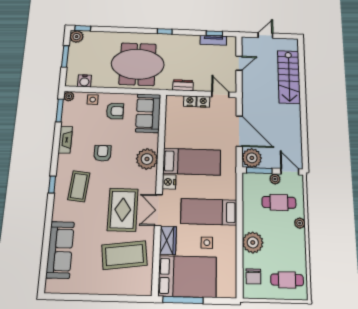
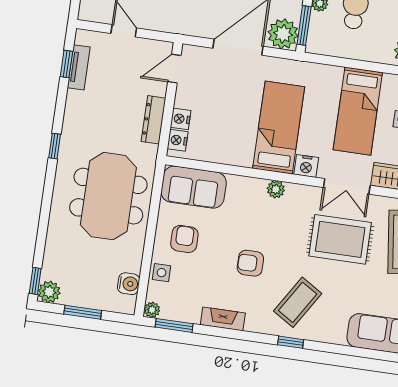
dresser: (183, 85) -> (154, 120), width x1.44
nightstand: (203, 102) -> (178, 140), moved
plant: (147, 159) -> (276, 189), width x0.53, depth x0.53
coffee table: (79, 186) -> (298, 302), turned -64

